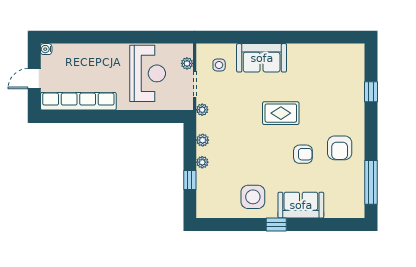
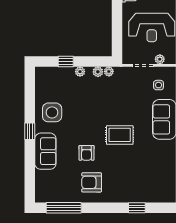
plant: (202, 110) -> (109, 71), moved
rug: (281, 113) -> (120, 135), turned 90

